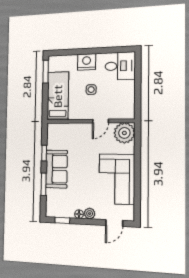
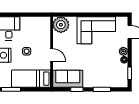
door: (100, 121) -> (52, 55), moved
sofa: (57, 169) -> (68, 79), moved

